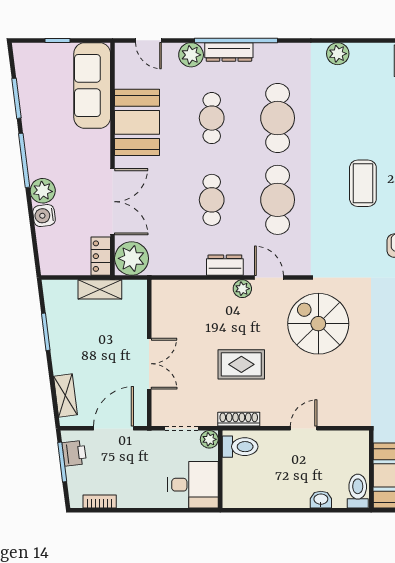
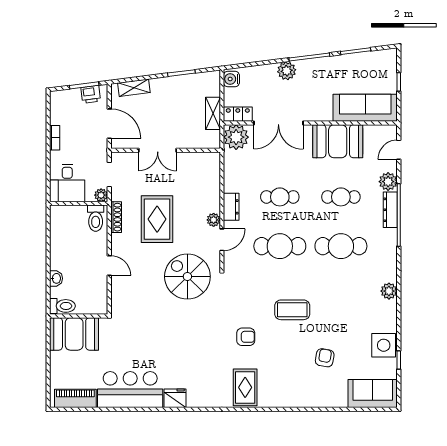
water cooler: (44, 216) -> (231, 79), moved, turned -83
spiral stairs: (318, 324) -> (187, 277), turned -90
rug: (241, 364) -> (157, 219), width x1.36, depth x1.43
bookcase: (100, 501) -> (55, 138), moved

